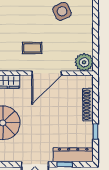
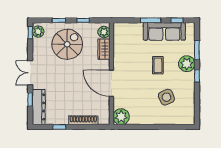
coffee table: (32, 48) -> (158, 65), moved

